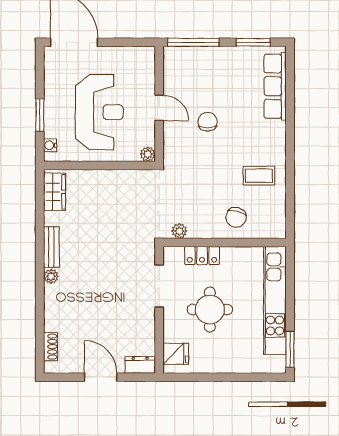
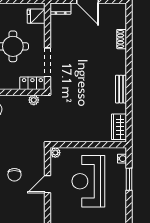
door: (159, 108) -> (48, 184), hinge flipped
locker: (202, 256) -> (32, 83), moved
plant: (51, 276) -> (121, 69), removed
shoe rack: (51, 347) -> (122, 39), moved

